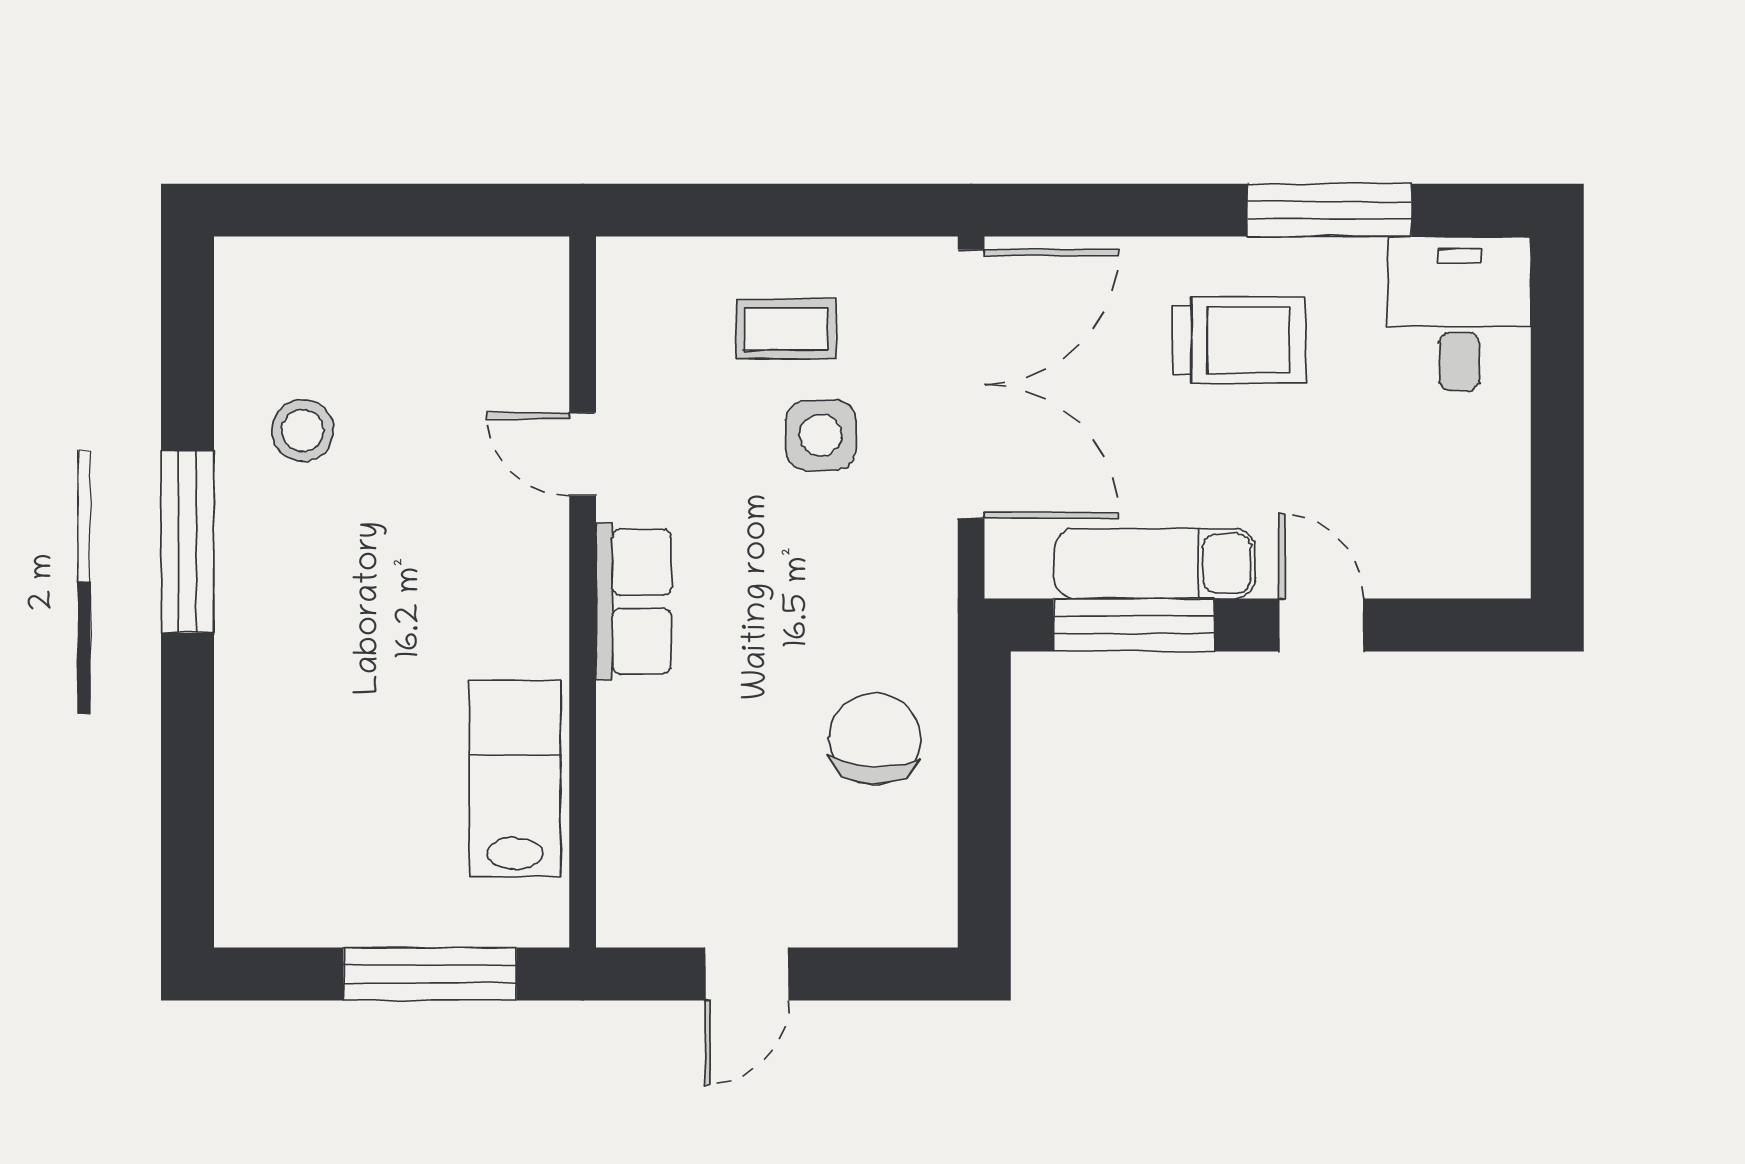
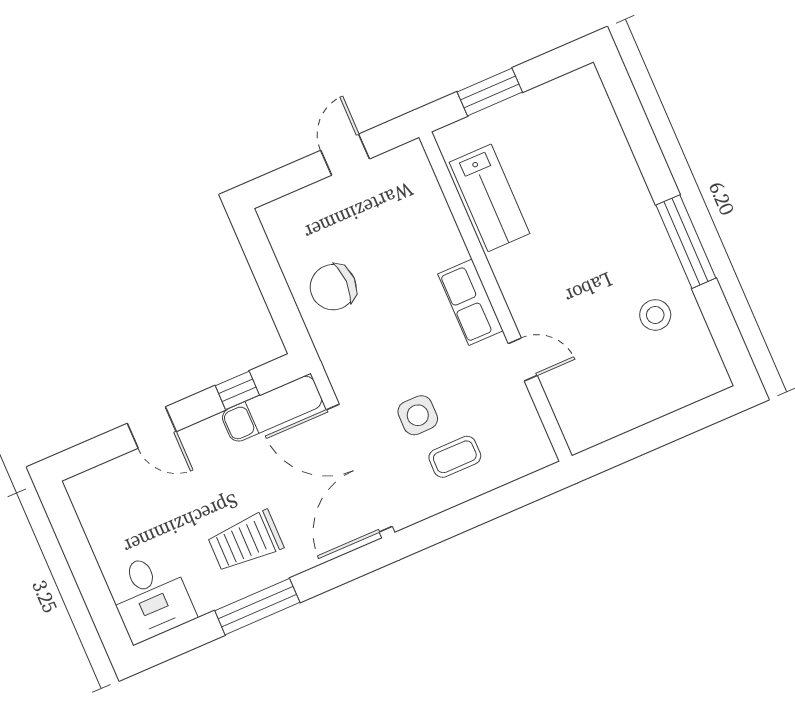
window: (1329, 210) -> (257, 607), moved
exam couch: (1155, 564) -> (272, 409), moved
window: (1134, 625) -> (237, 390), width x0.46
chair: (875, 739) -> (333, 287), turned 88
window: (430, 974) -> (490, 92), width x0.69

